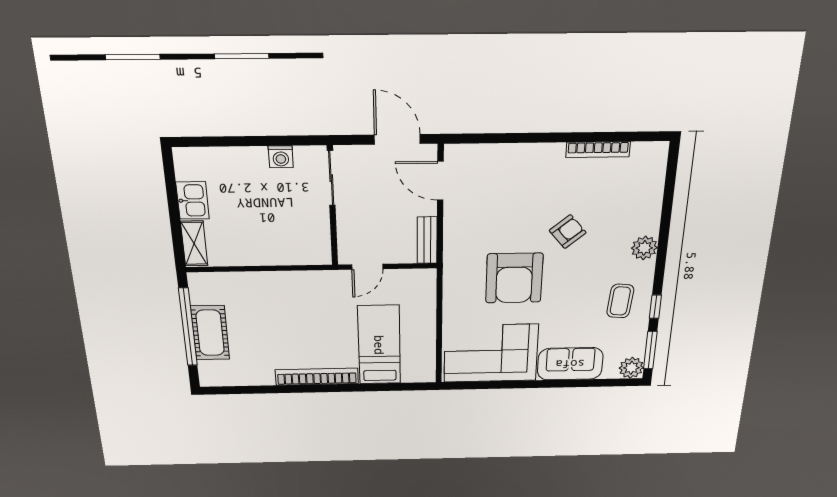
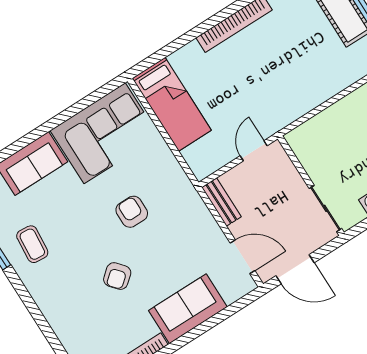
sofa: (525, 164) -> (188, 309), added
plant: (644, 248) -> (47, 300), removed
armchair: (514, 278) -> (132, 212), width x0.53, depth x0.53
bed: (379, 345) -> (172, 104), moved

